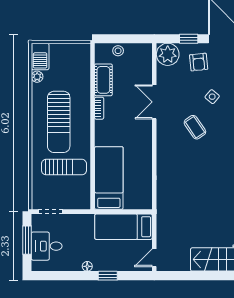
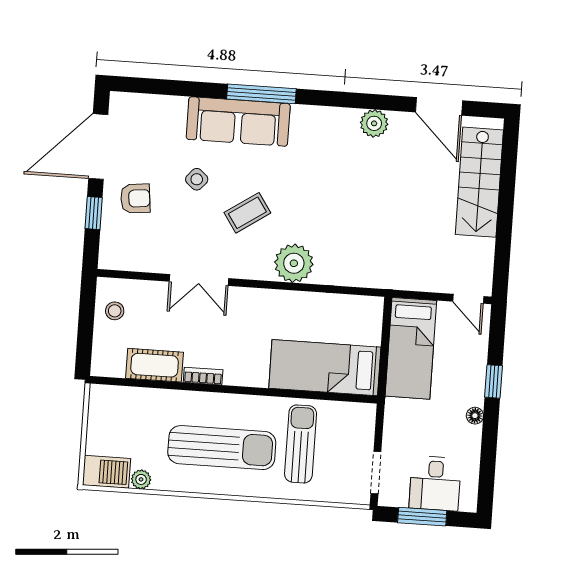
stool: (118, 51) -> (115, 311), moved
plant: (168, 54) -> (294, 263), moved

